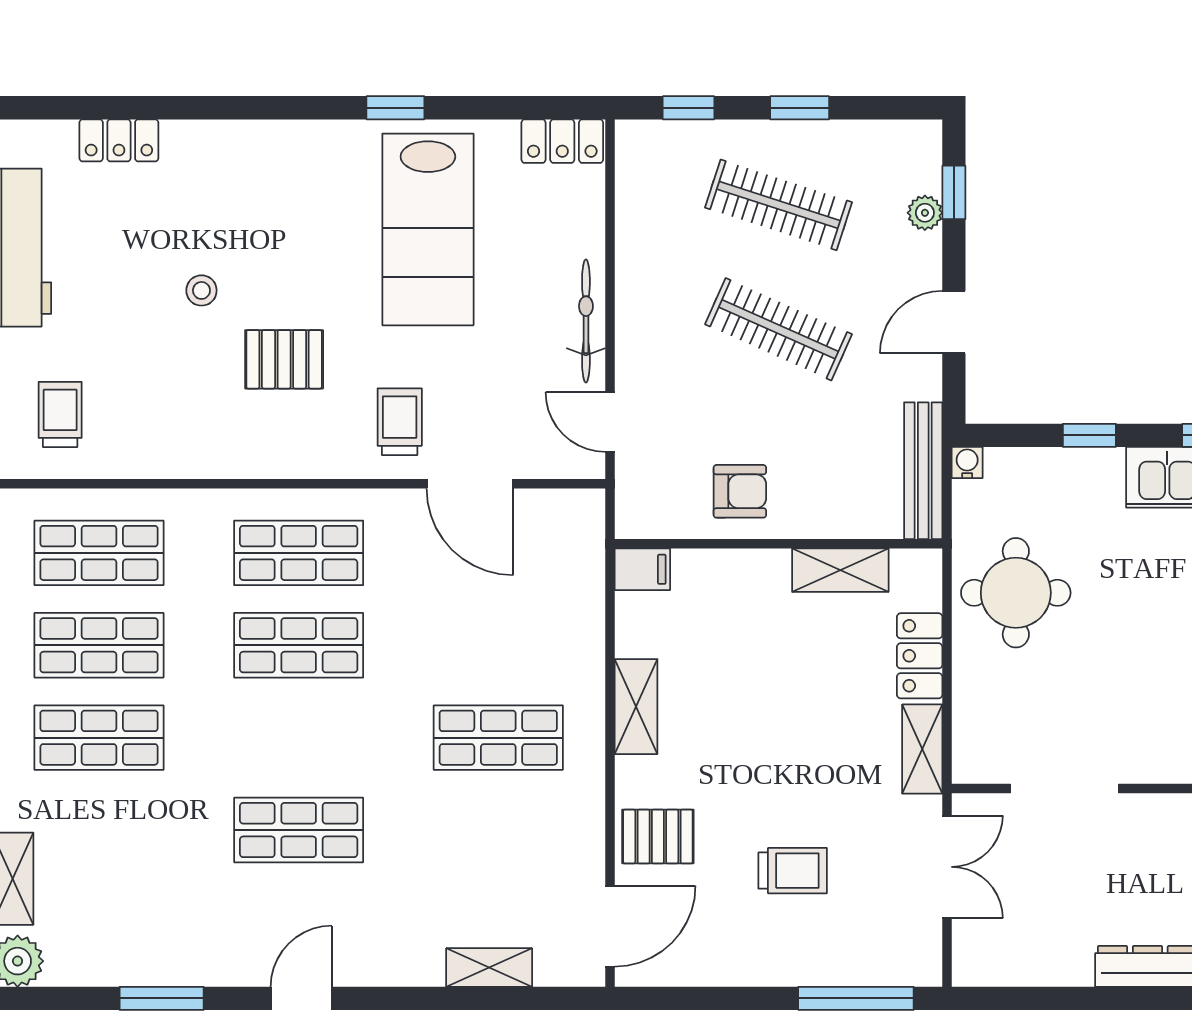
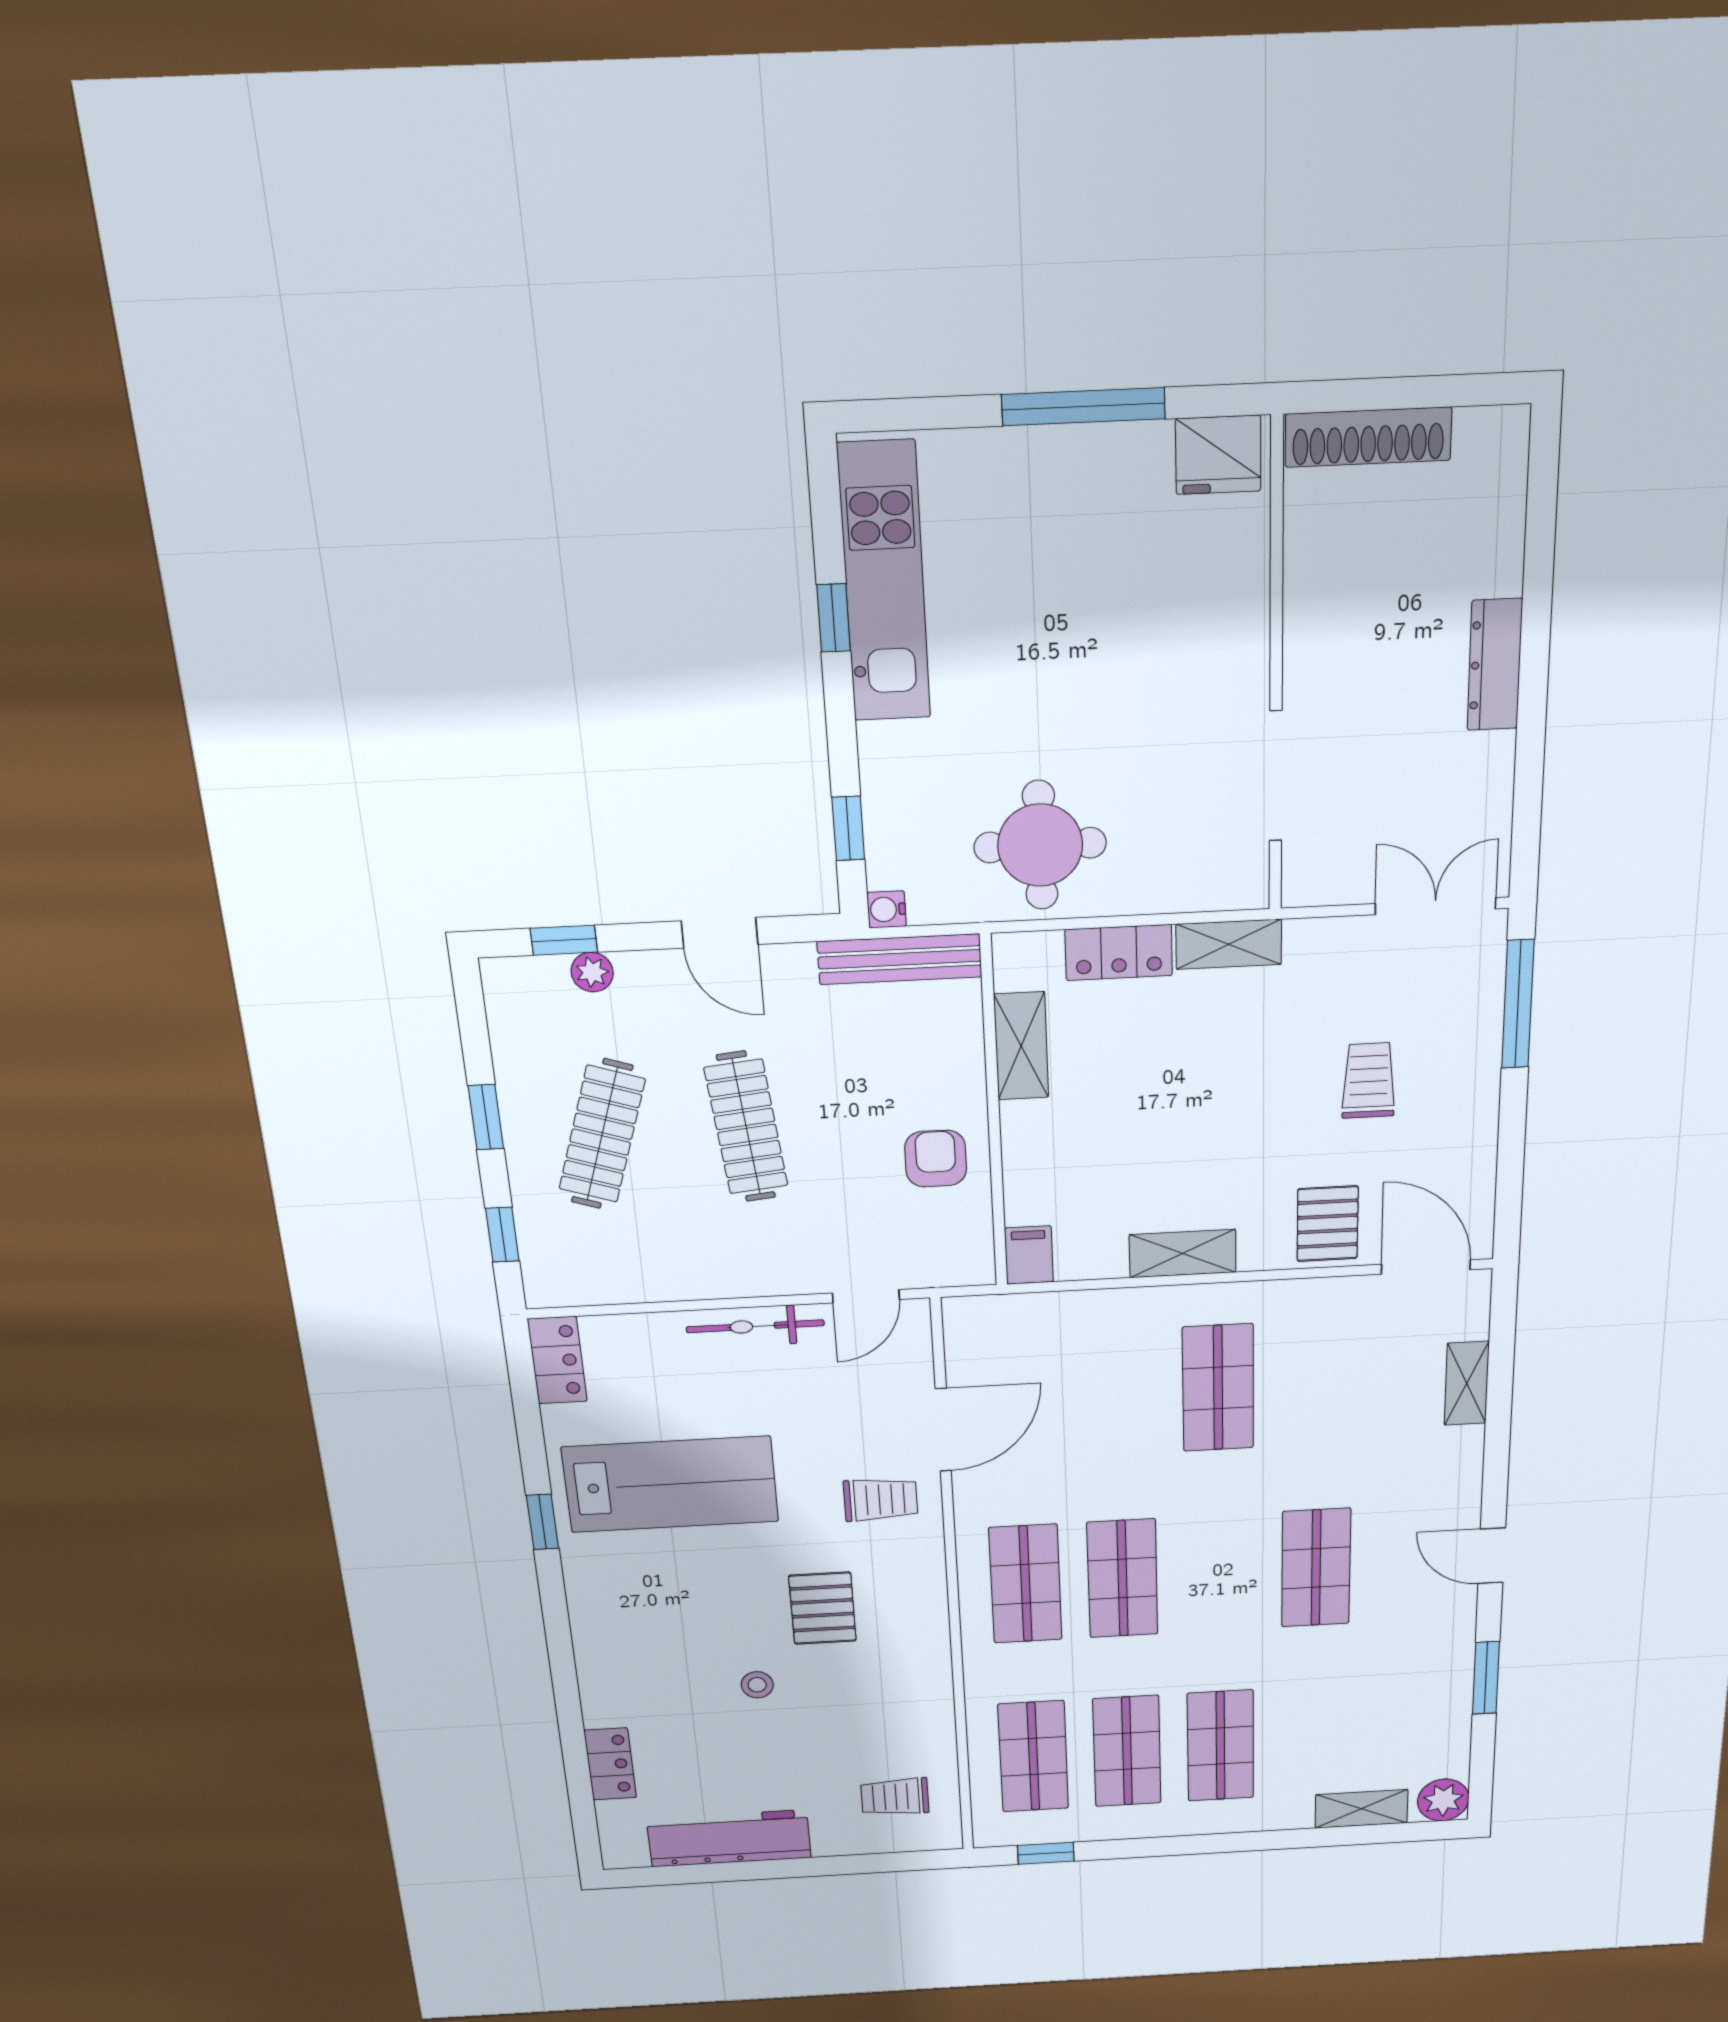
clothes rail: (779, 329) -> (746, 1127), turned -30
trolley: (400, 422) -> (881, 1499), turned 180
window: (1089, 435) -> (848, 828), moved
double door: (947, 867) -> (1436, 906), moved

